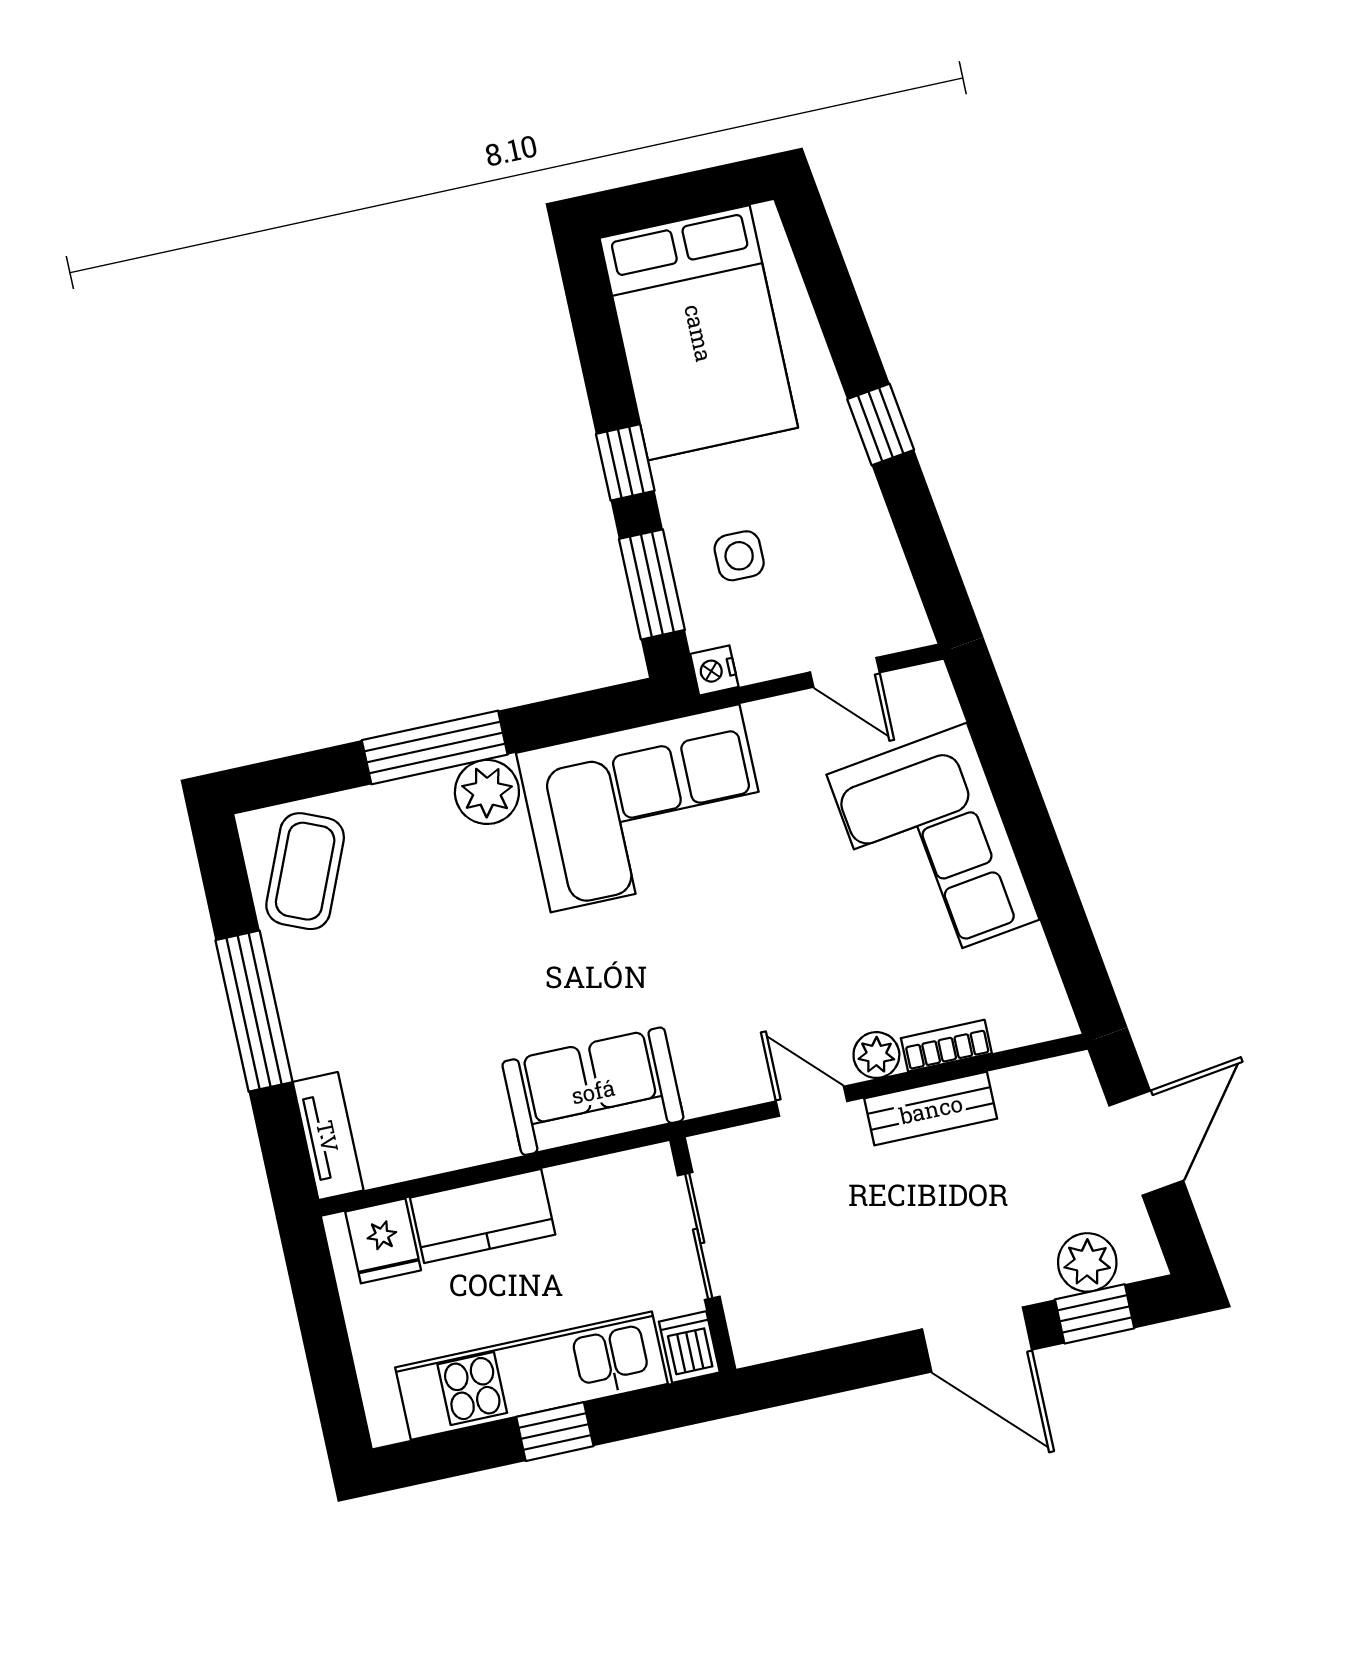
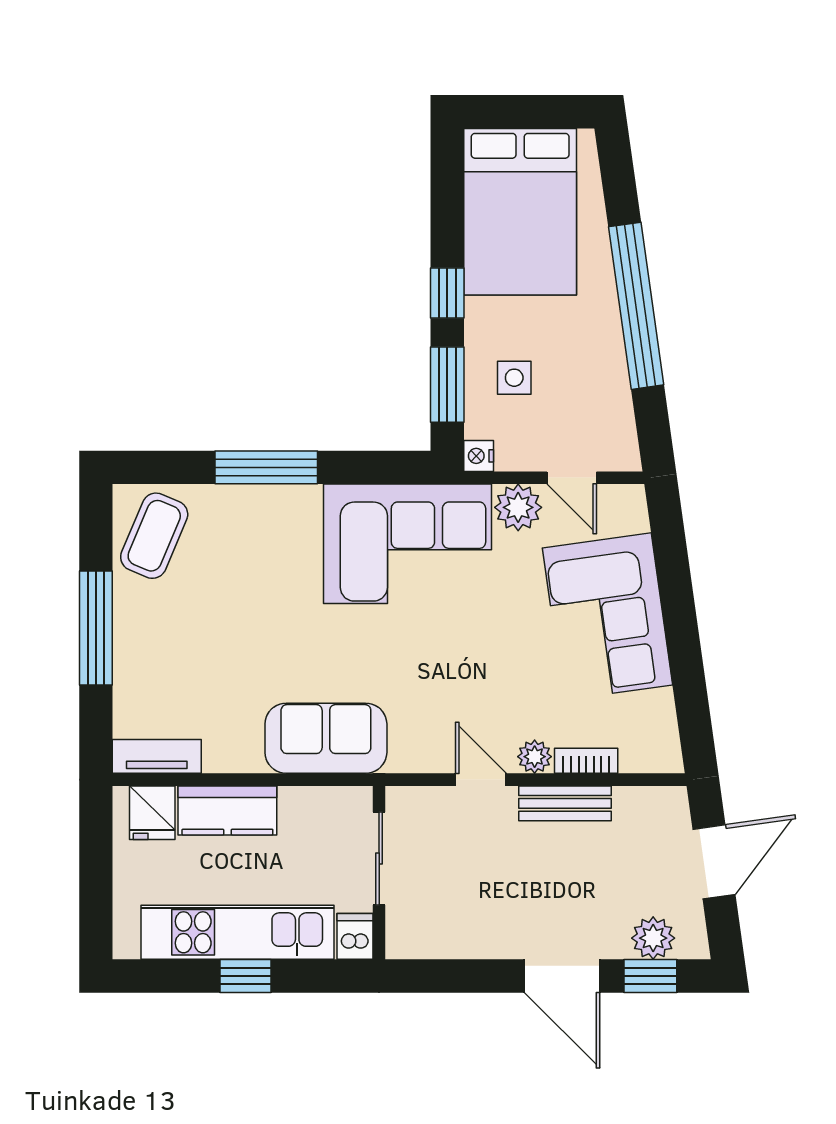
window: (881, 425) -> (636, 306), width x3.17
plant: (487, 792) -> (518, 507), moved
tv unit: (328, 1136) -> (157, 756), moved, turned -90

